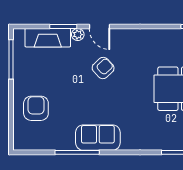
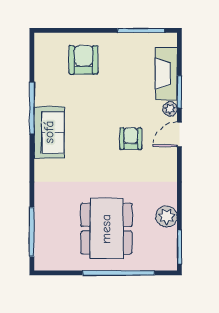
plant: (169, 37) -> (167, 216), added
armchair: (103, 68) -> (131, 139), turned -137
armchair: (36, 108) -> (83, 60), turned -90

